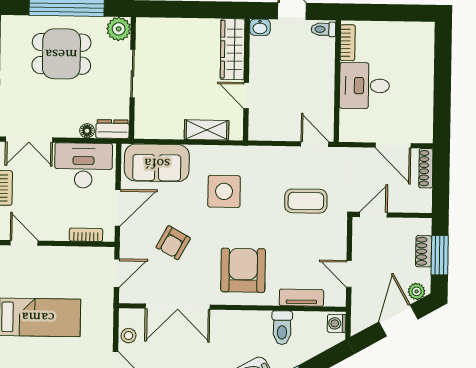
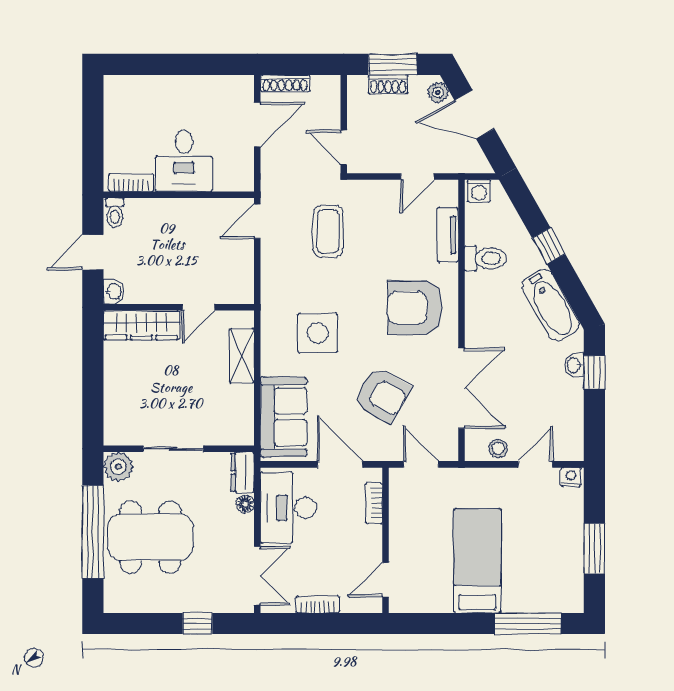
dining table: (61, 54) -> (150, 537), width x1.37
armchair: (173, 243) -> (382, 395), width x1.38, depth x1.38

